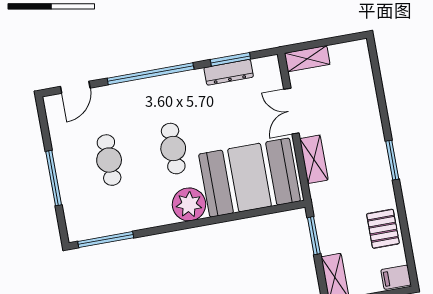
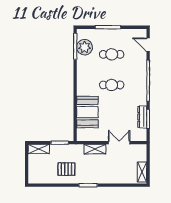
shelving: (307, 59) -> (142, 172), moved
booth: (250, 178) -> (87, 112), width x0.73, depth x0.70
plant: (189, 204) -> (85, 47), moved
pallet: (383, 229) -> (66, 169), moved
filing cabinet: (396, 277) -> (34, 177), removed

